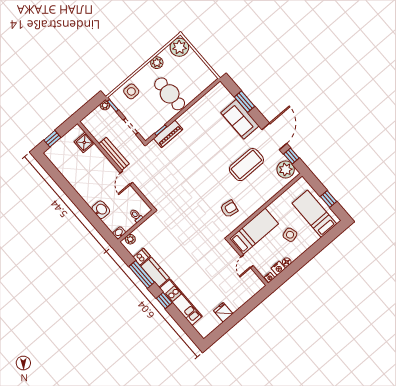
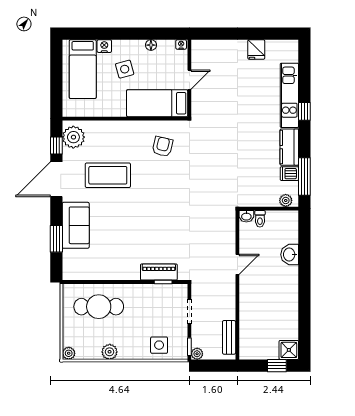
plant: (179, 47) -> (69, 353), width x0.53, depth x0.53
cafe table: (170, 94) -> (99, 307), moved, turned 90
shower: (84, 142) -> (289, 350), moved
bench: (114, 154) -> (229, 337), moved, width x0.73
window: (329, 199) -> (56, 71), removed
armchair: (229, 209) -> (163, 147), turned 93
washbasin: (119, 233) -> (246, 216), moved
nightstand: (278, 268) -> (104, 46), moved
window: (142, 274) -> (304, 176), moved

